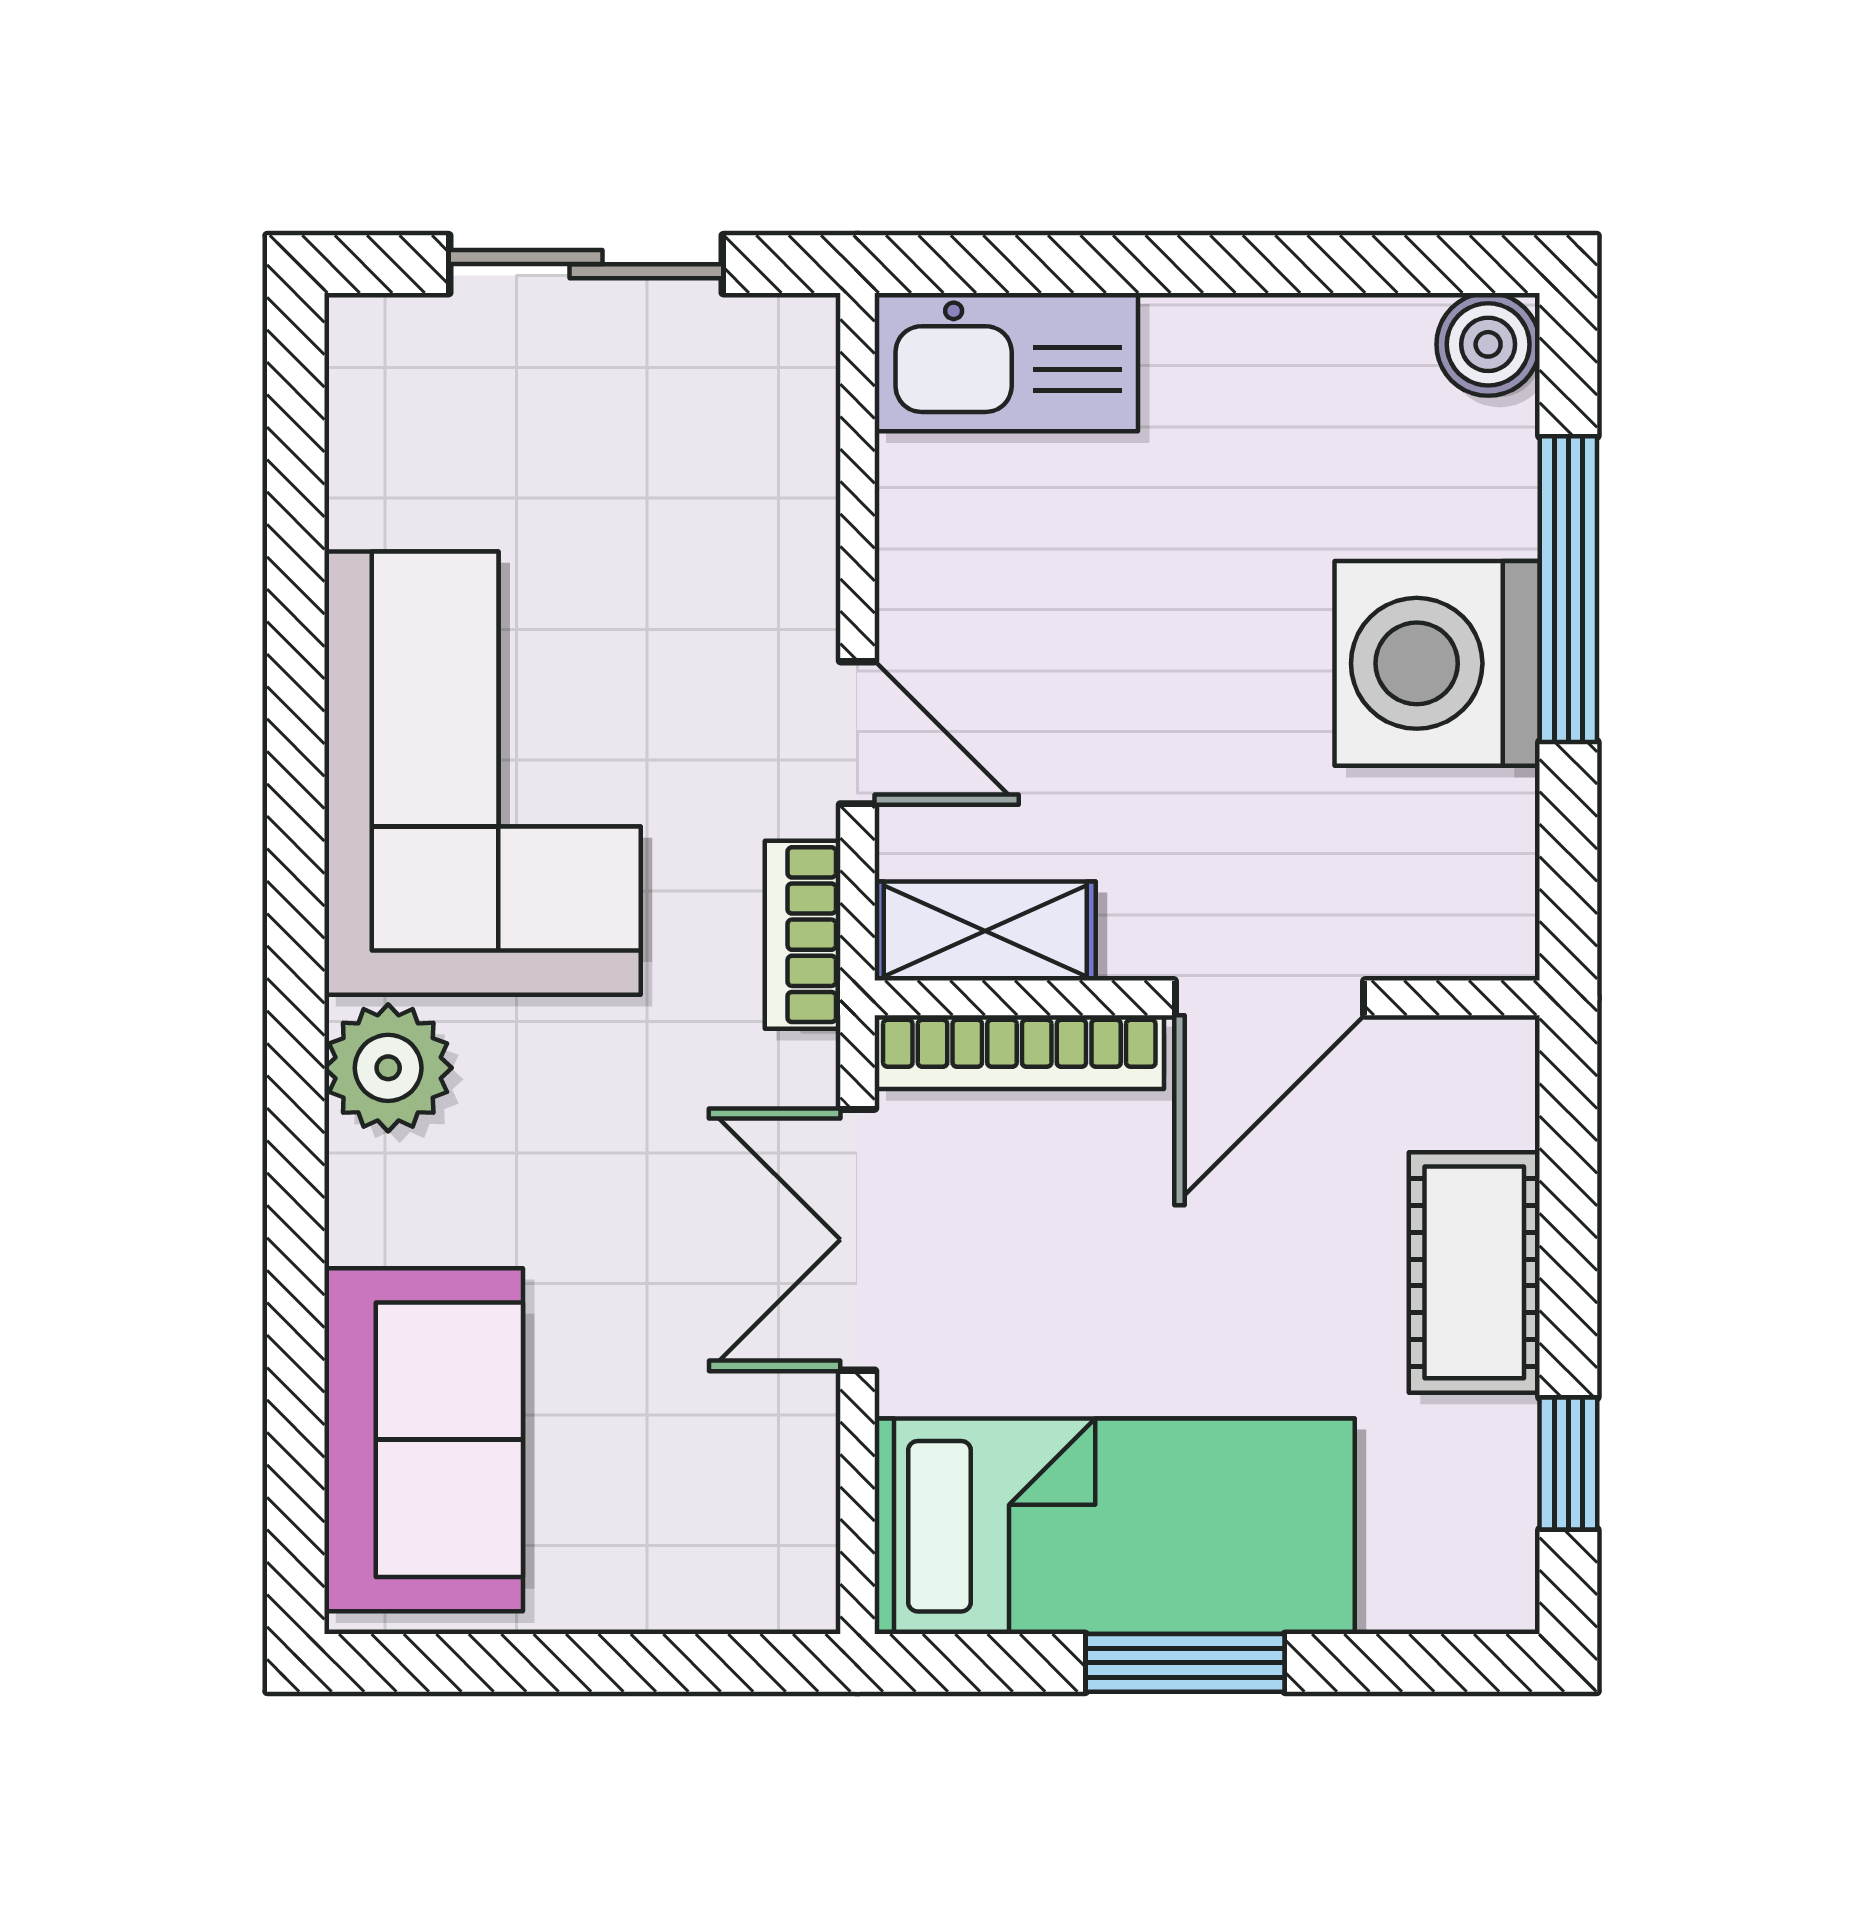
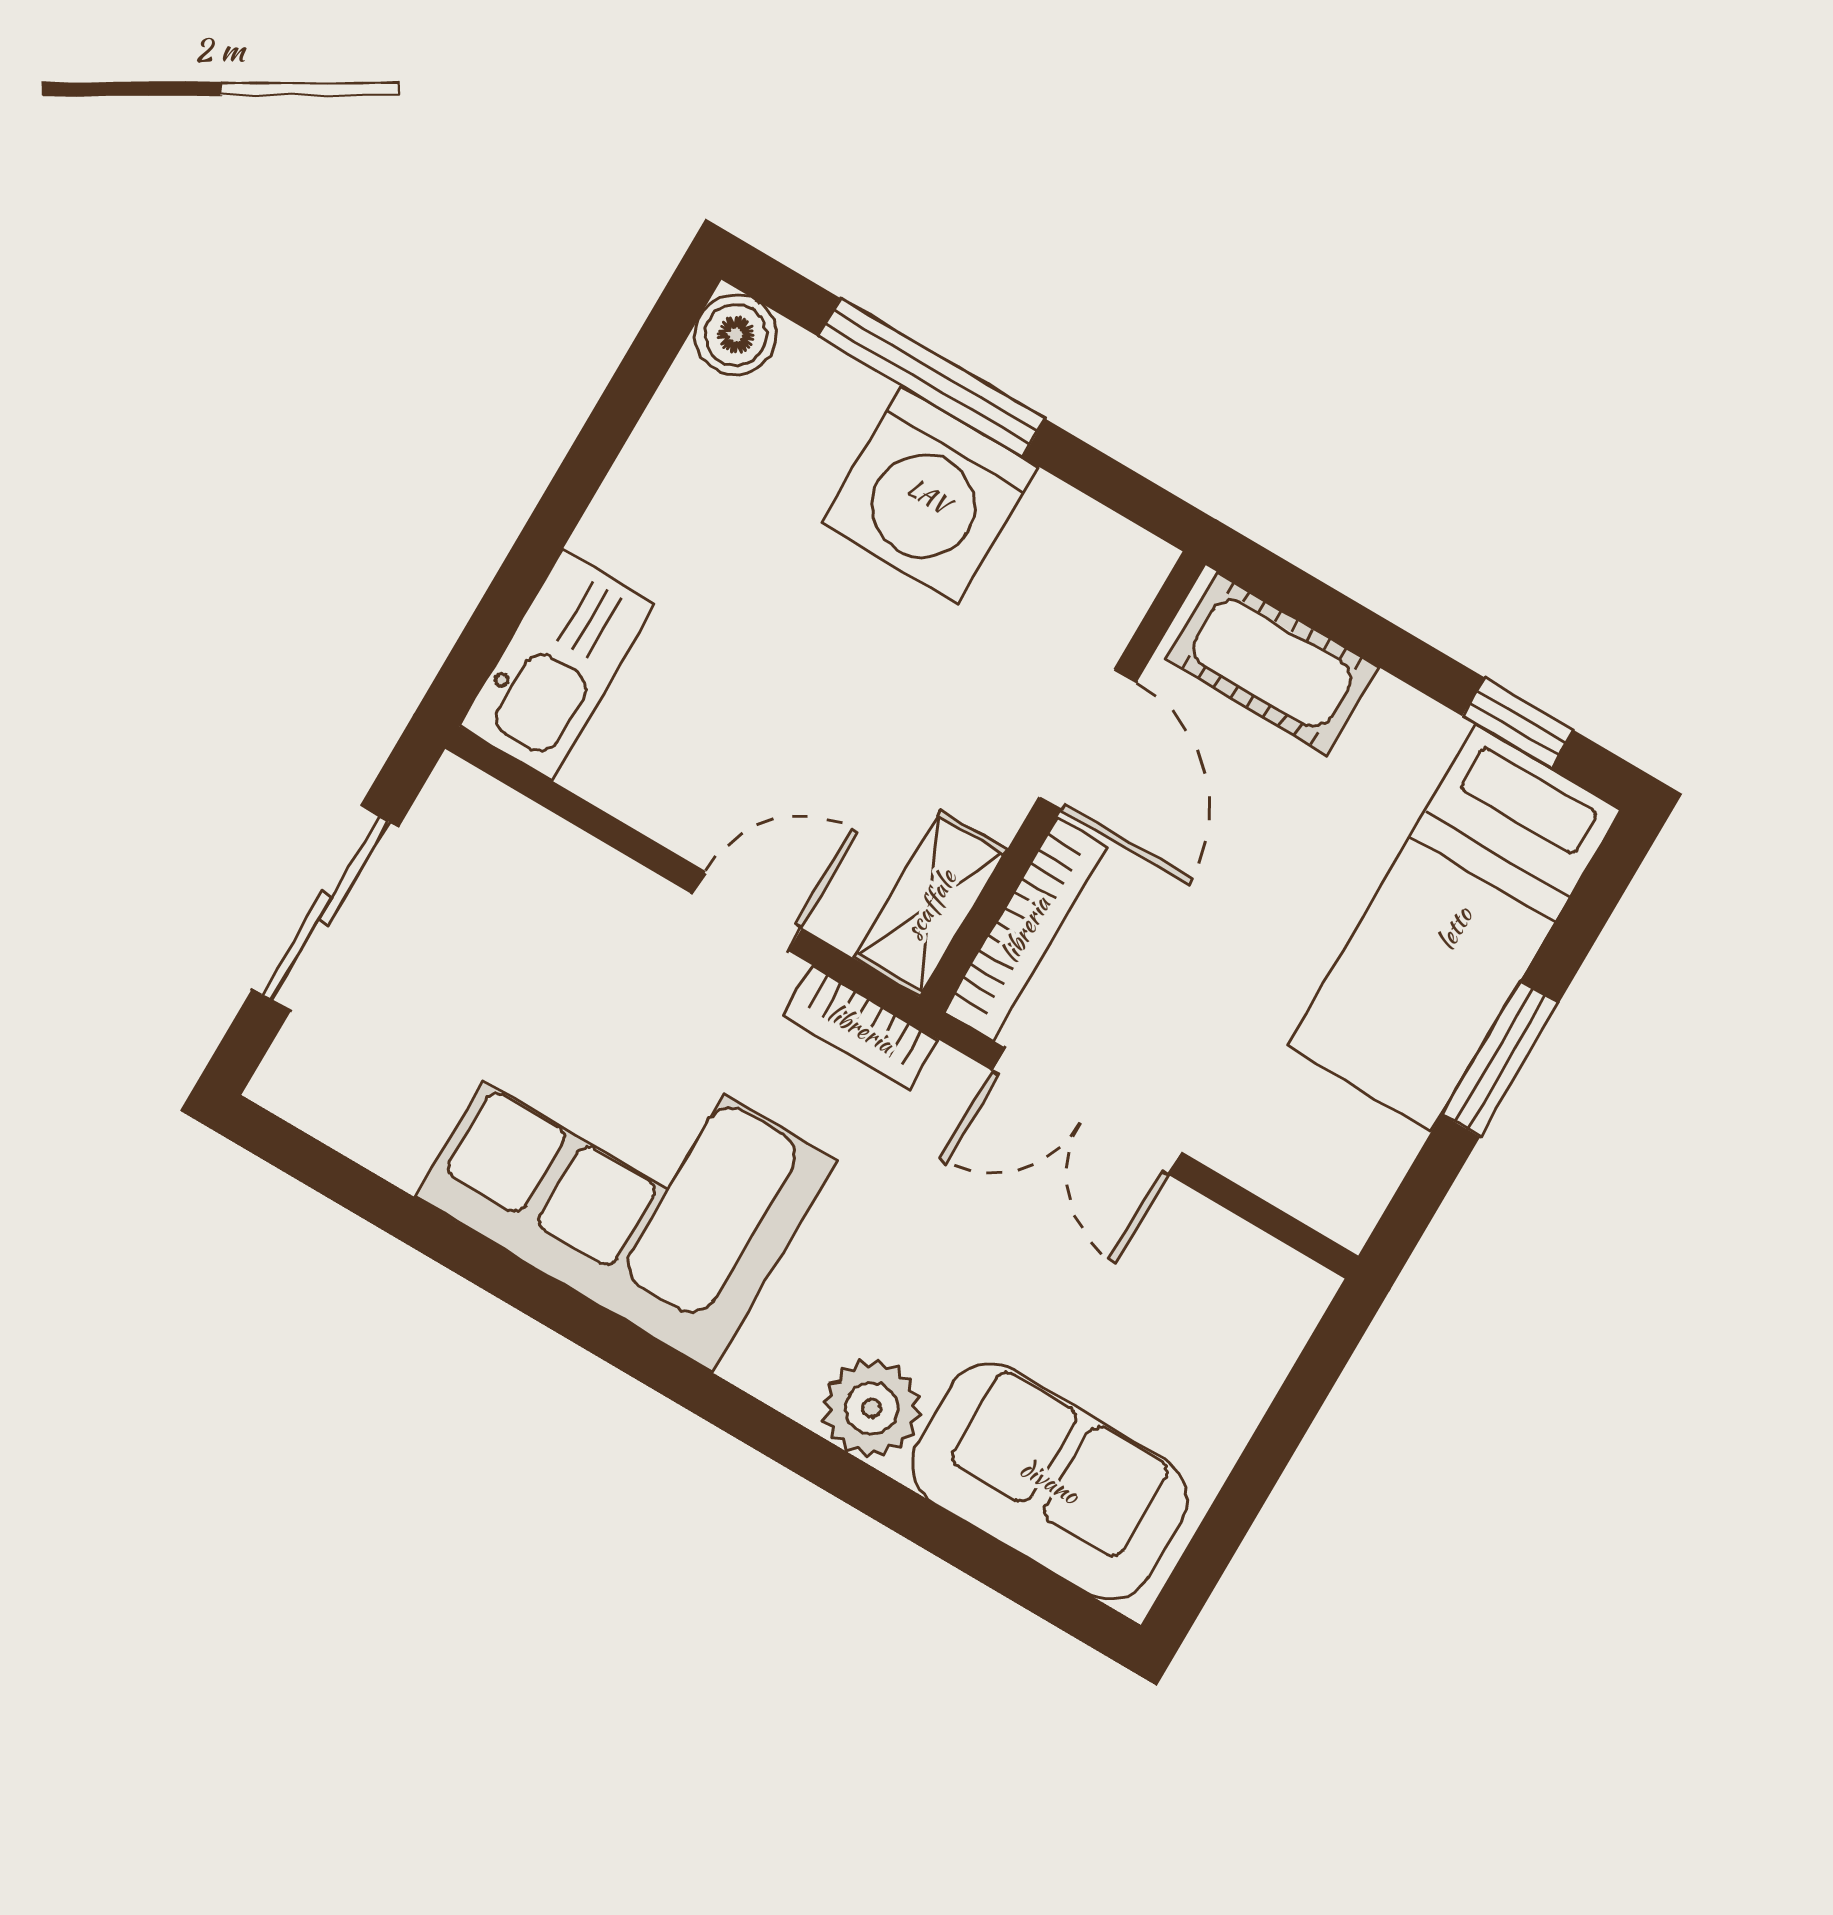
plant: (388, 1068) -> (872, 1408), moved
cot: (1474, 1272) -> (1272, 663), moved
bed: (1115, 1526) -> (1454, 928), moved, turned 180

